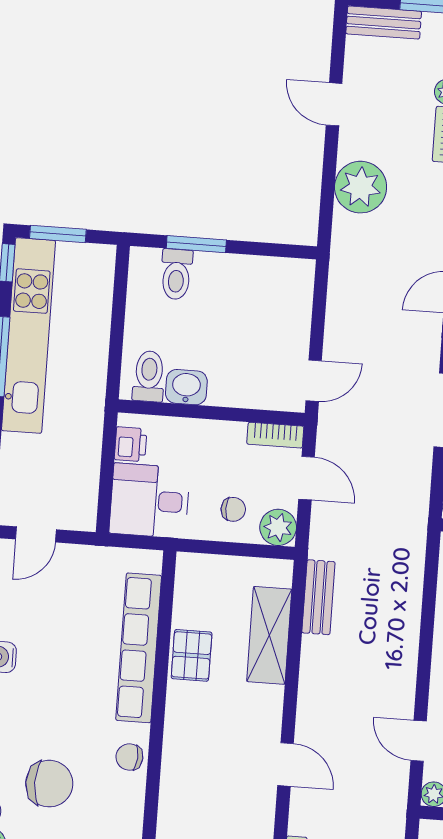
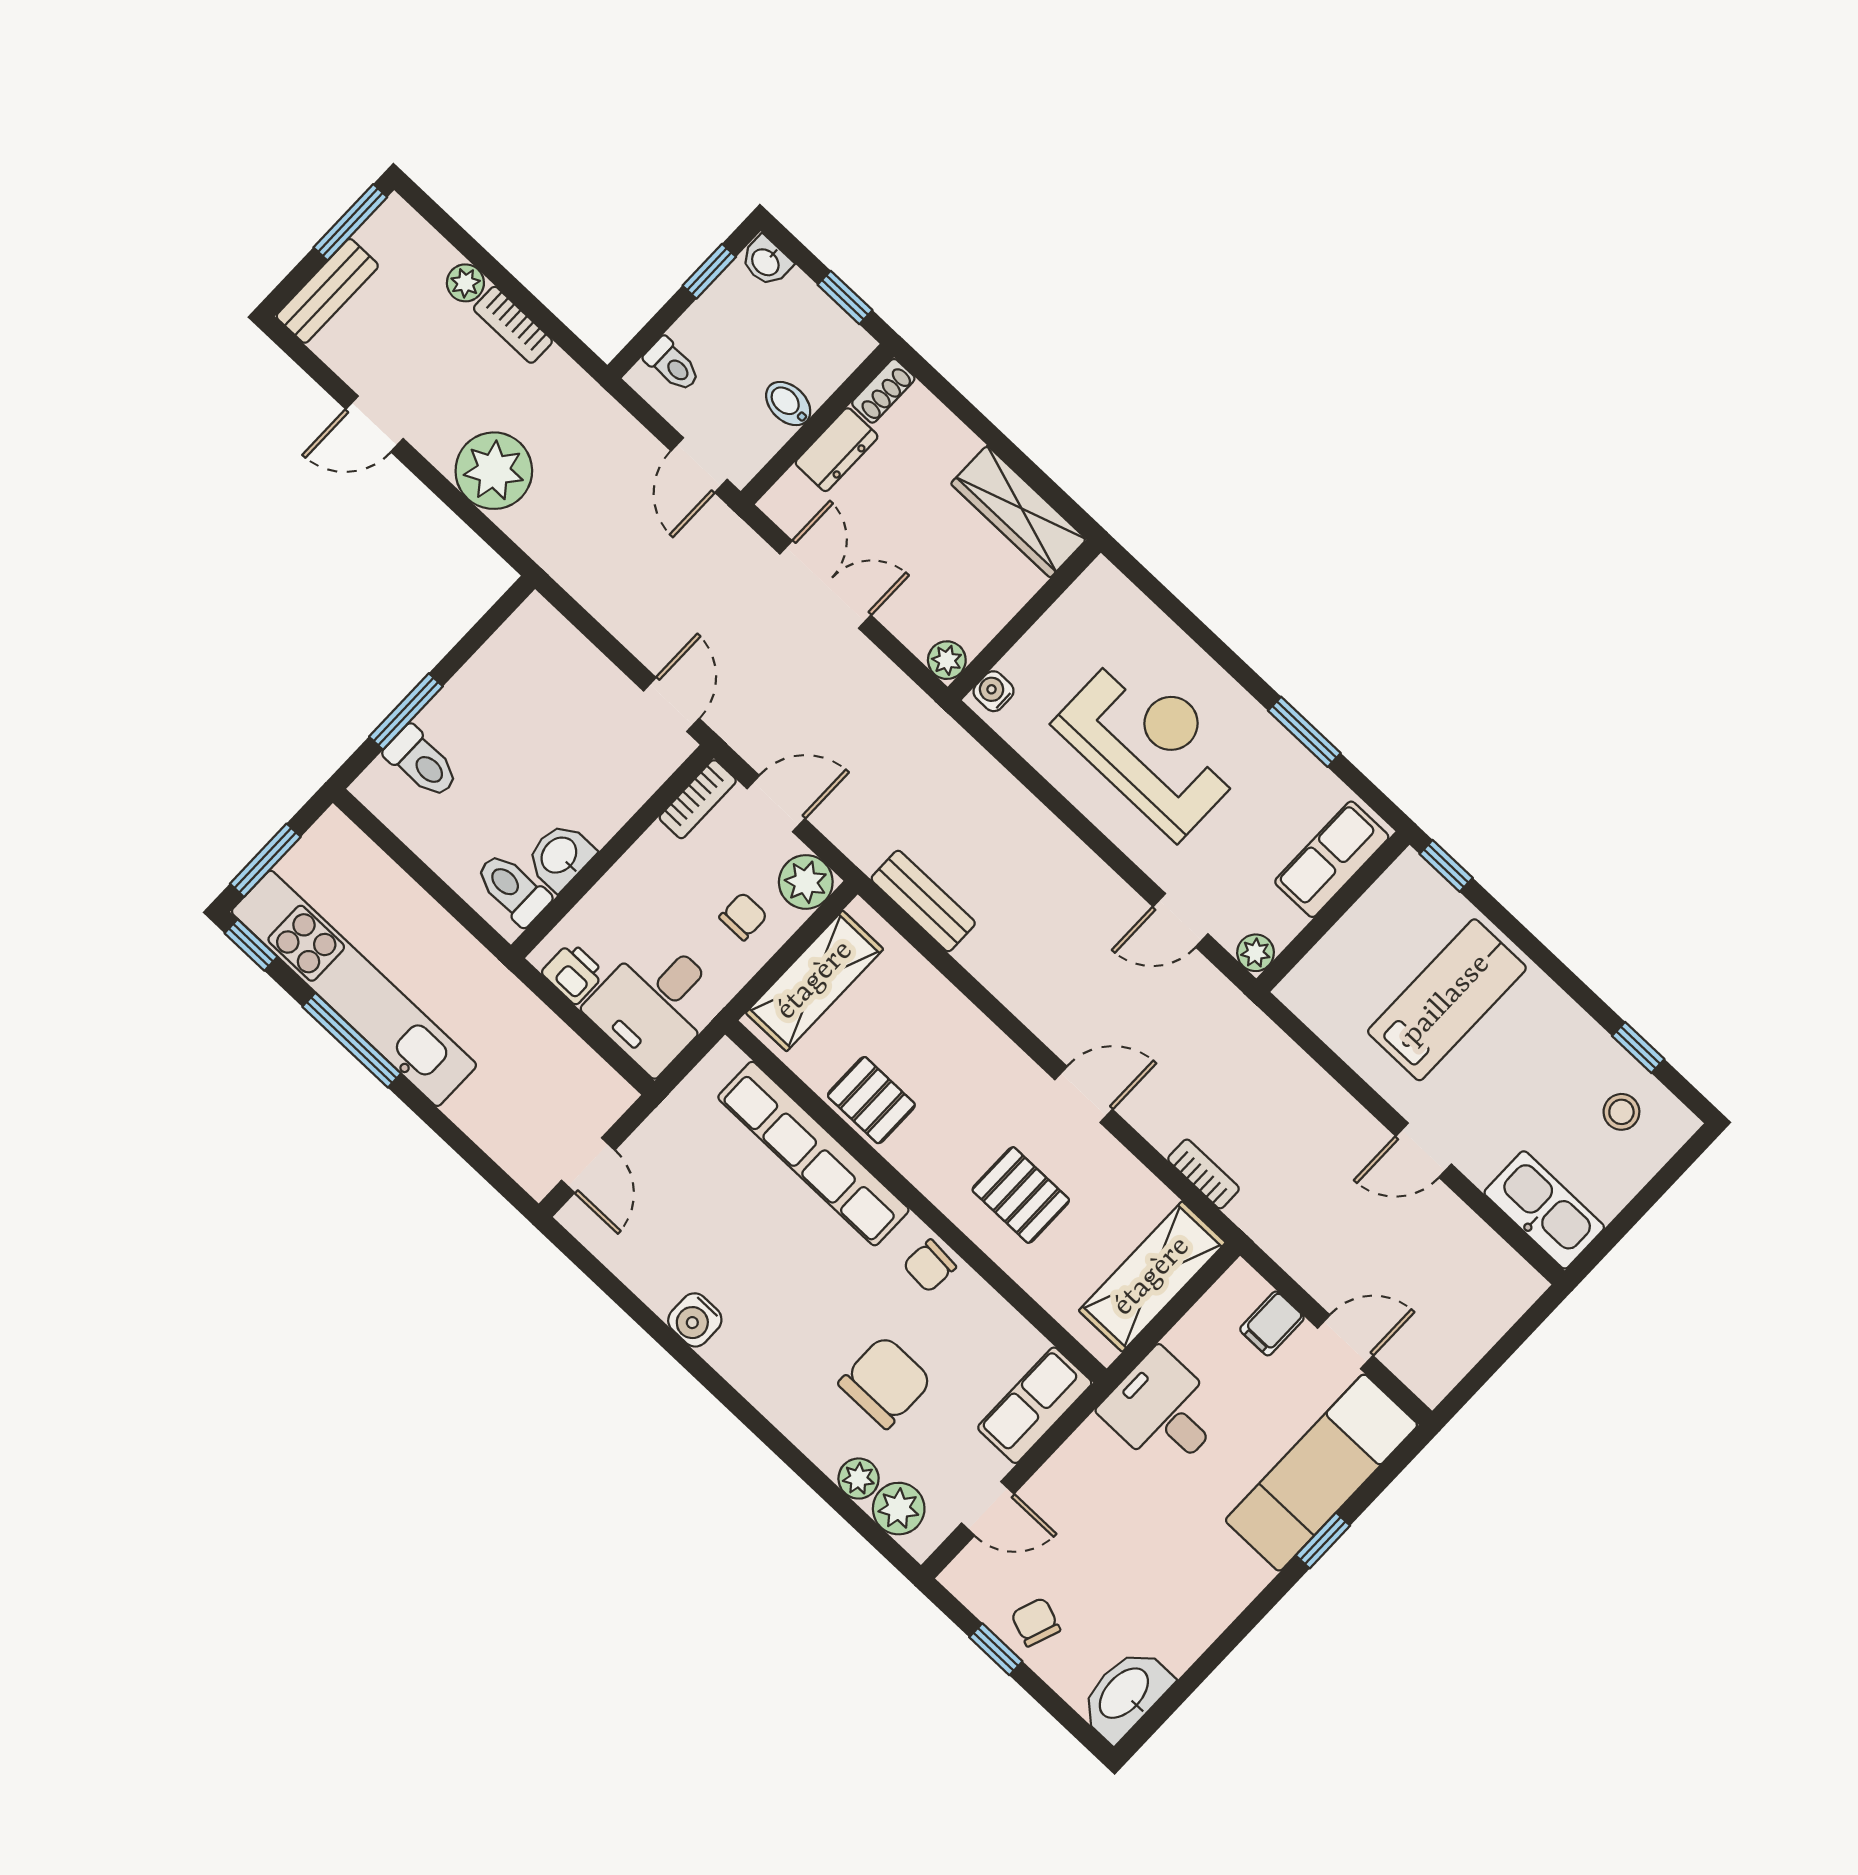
shelving: (269, 635) -> (815, 981), moved, turned 90
pallet: (206, 775) -> (1021, 1195), added

